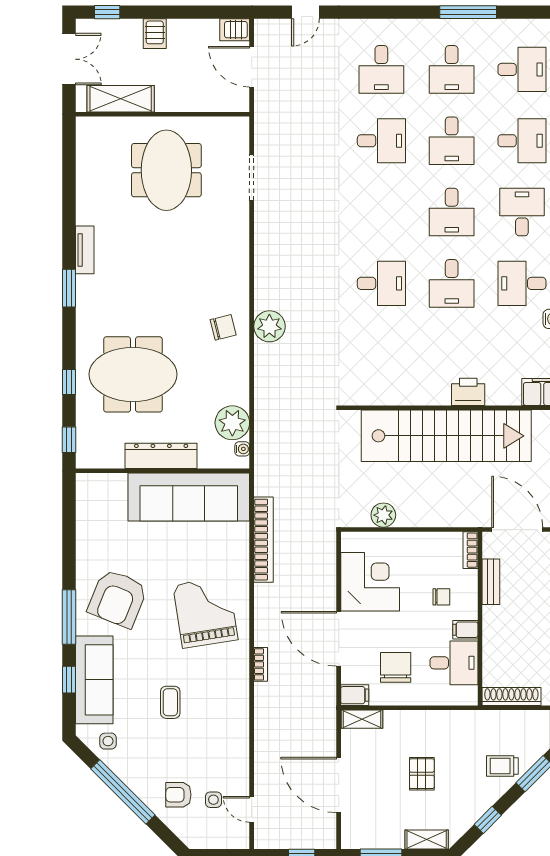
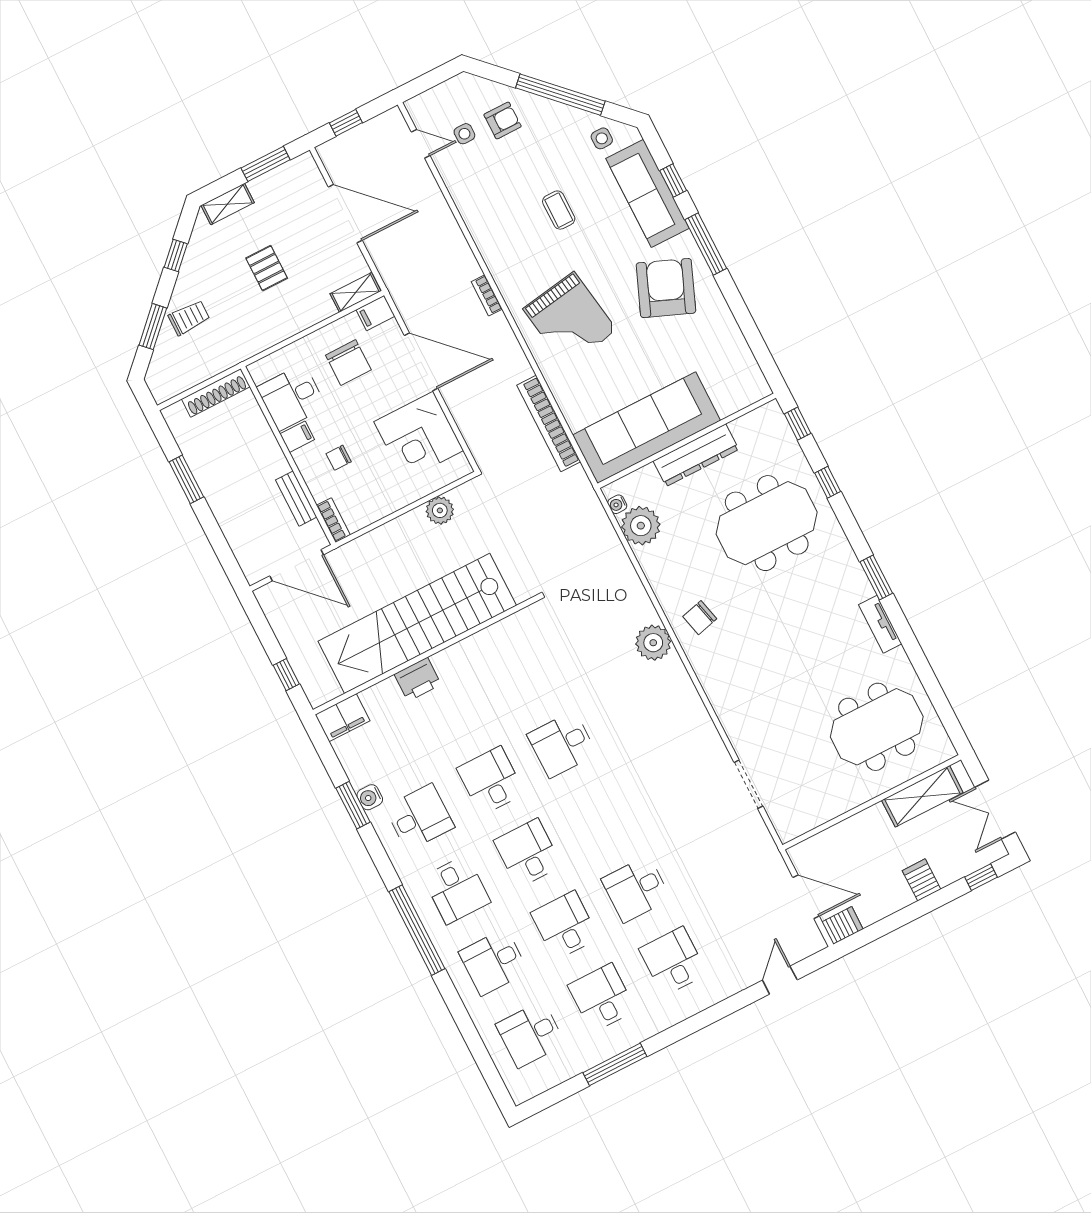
meeting table: (166, 170) -> (877, 727), moved, turned 90

